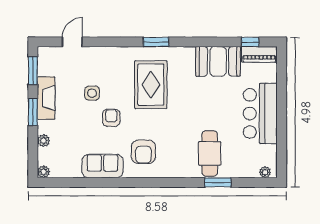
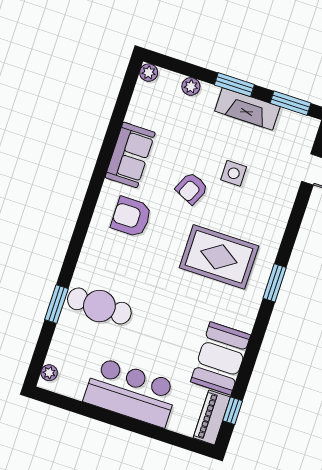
armchair: (111, 118) -> (192, 188), turned 115

